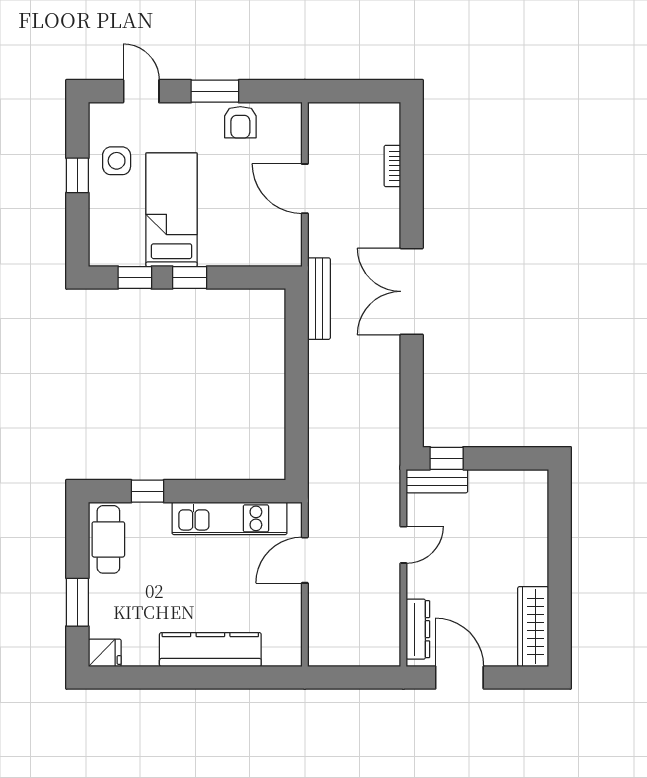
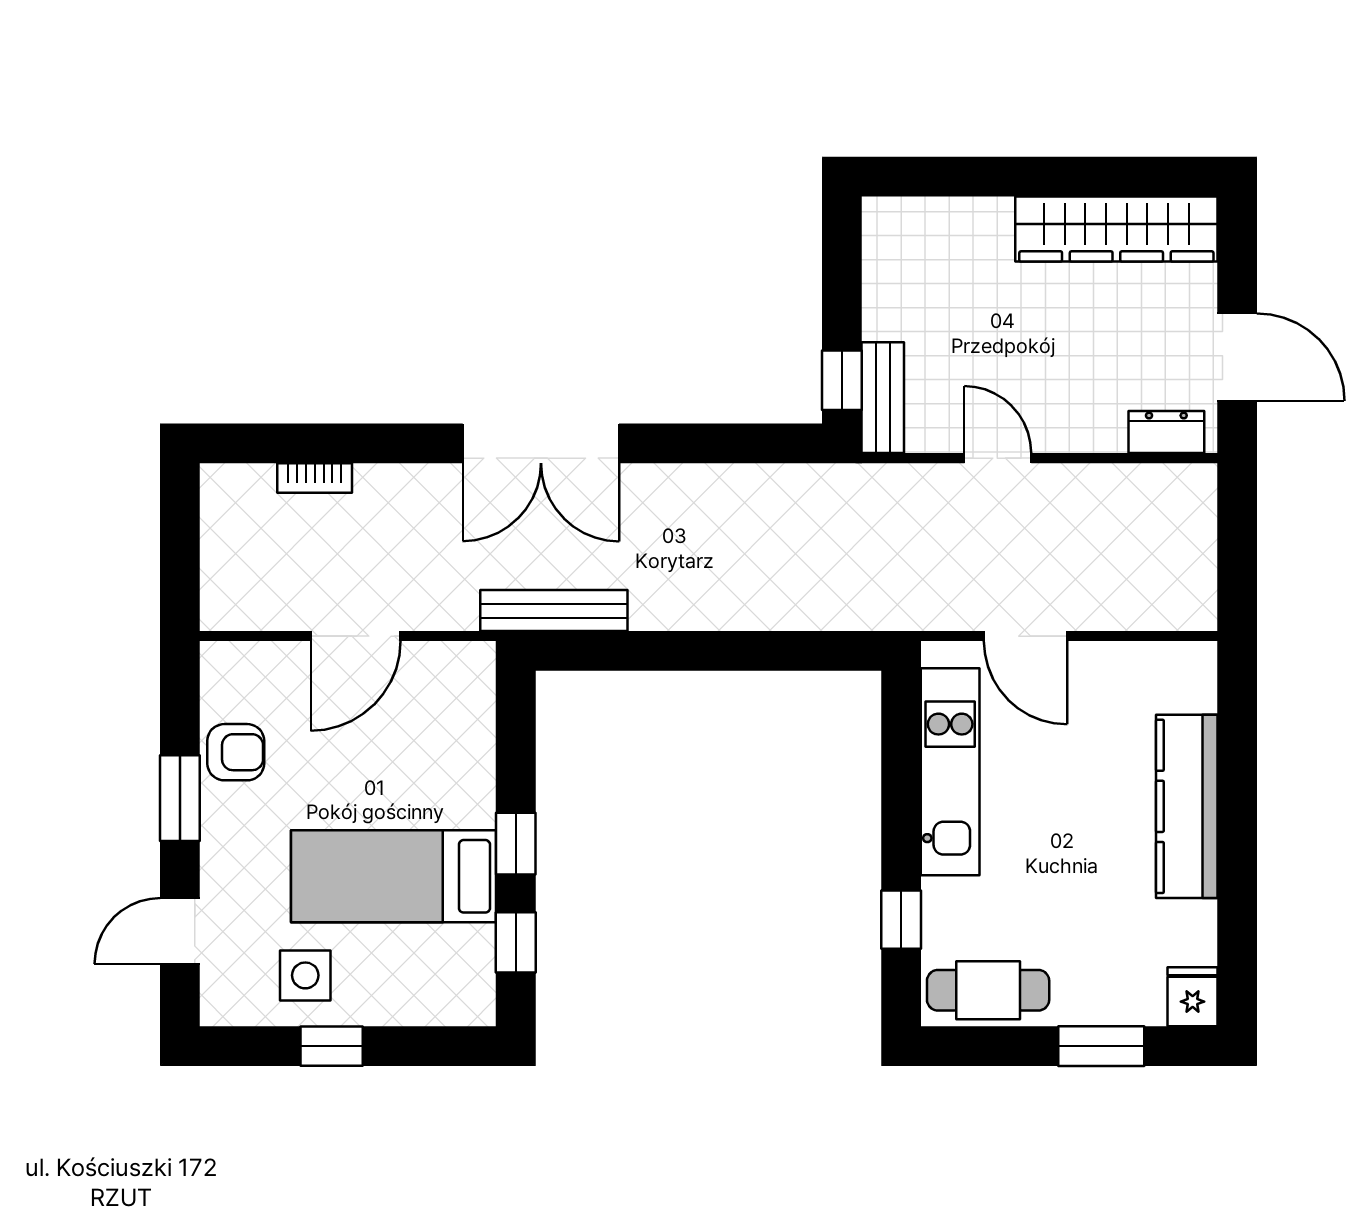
wardrobe: (533, 627) -> (1116, 229), width x1.40, depth x1.17
dresser: (418, 629) -> (1166, 432), width x0.70
door: (459, 678) -> (1237, 357), swing flipped

